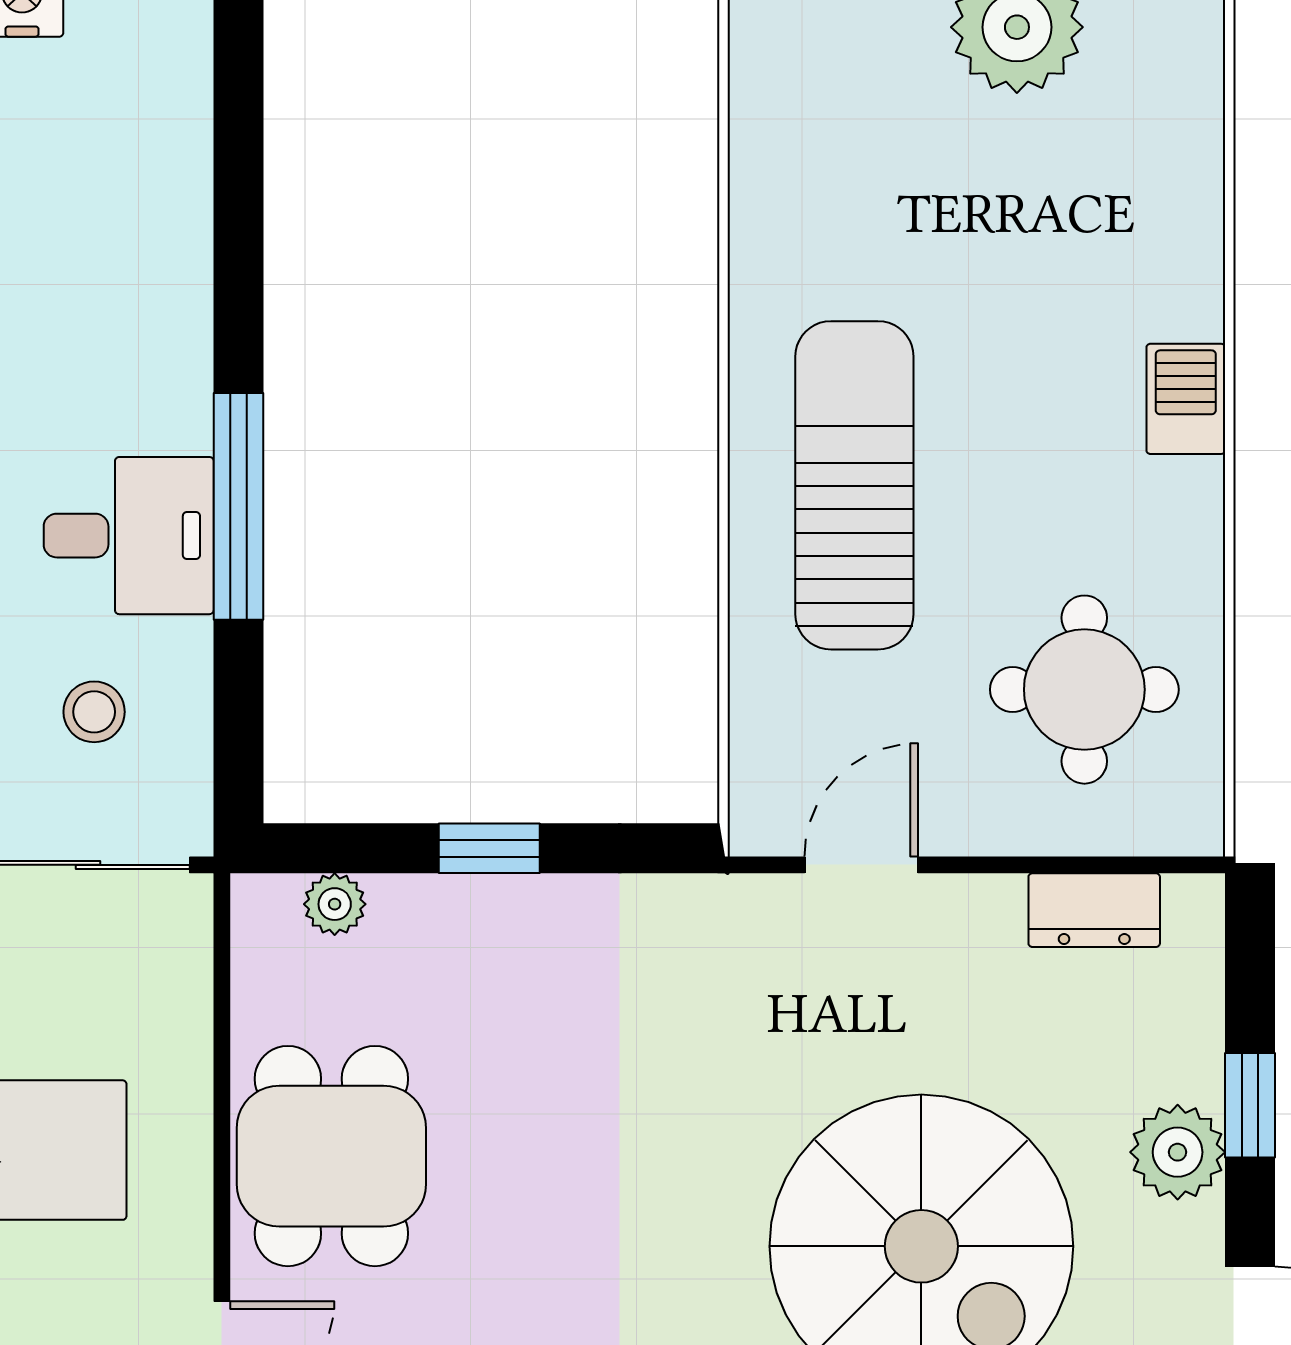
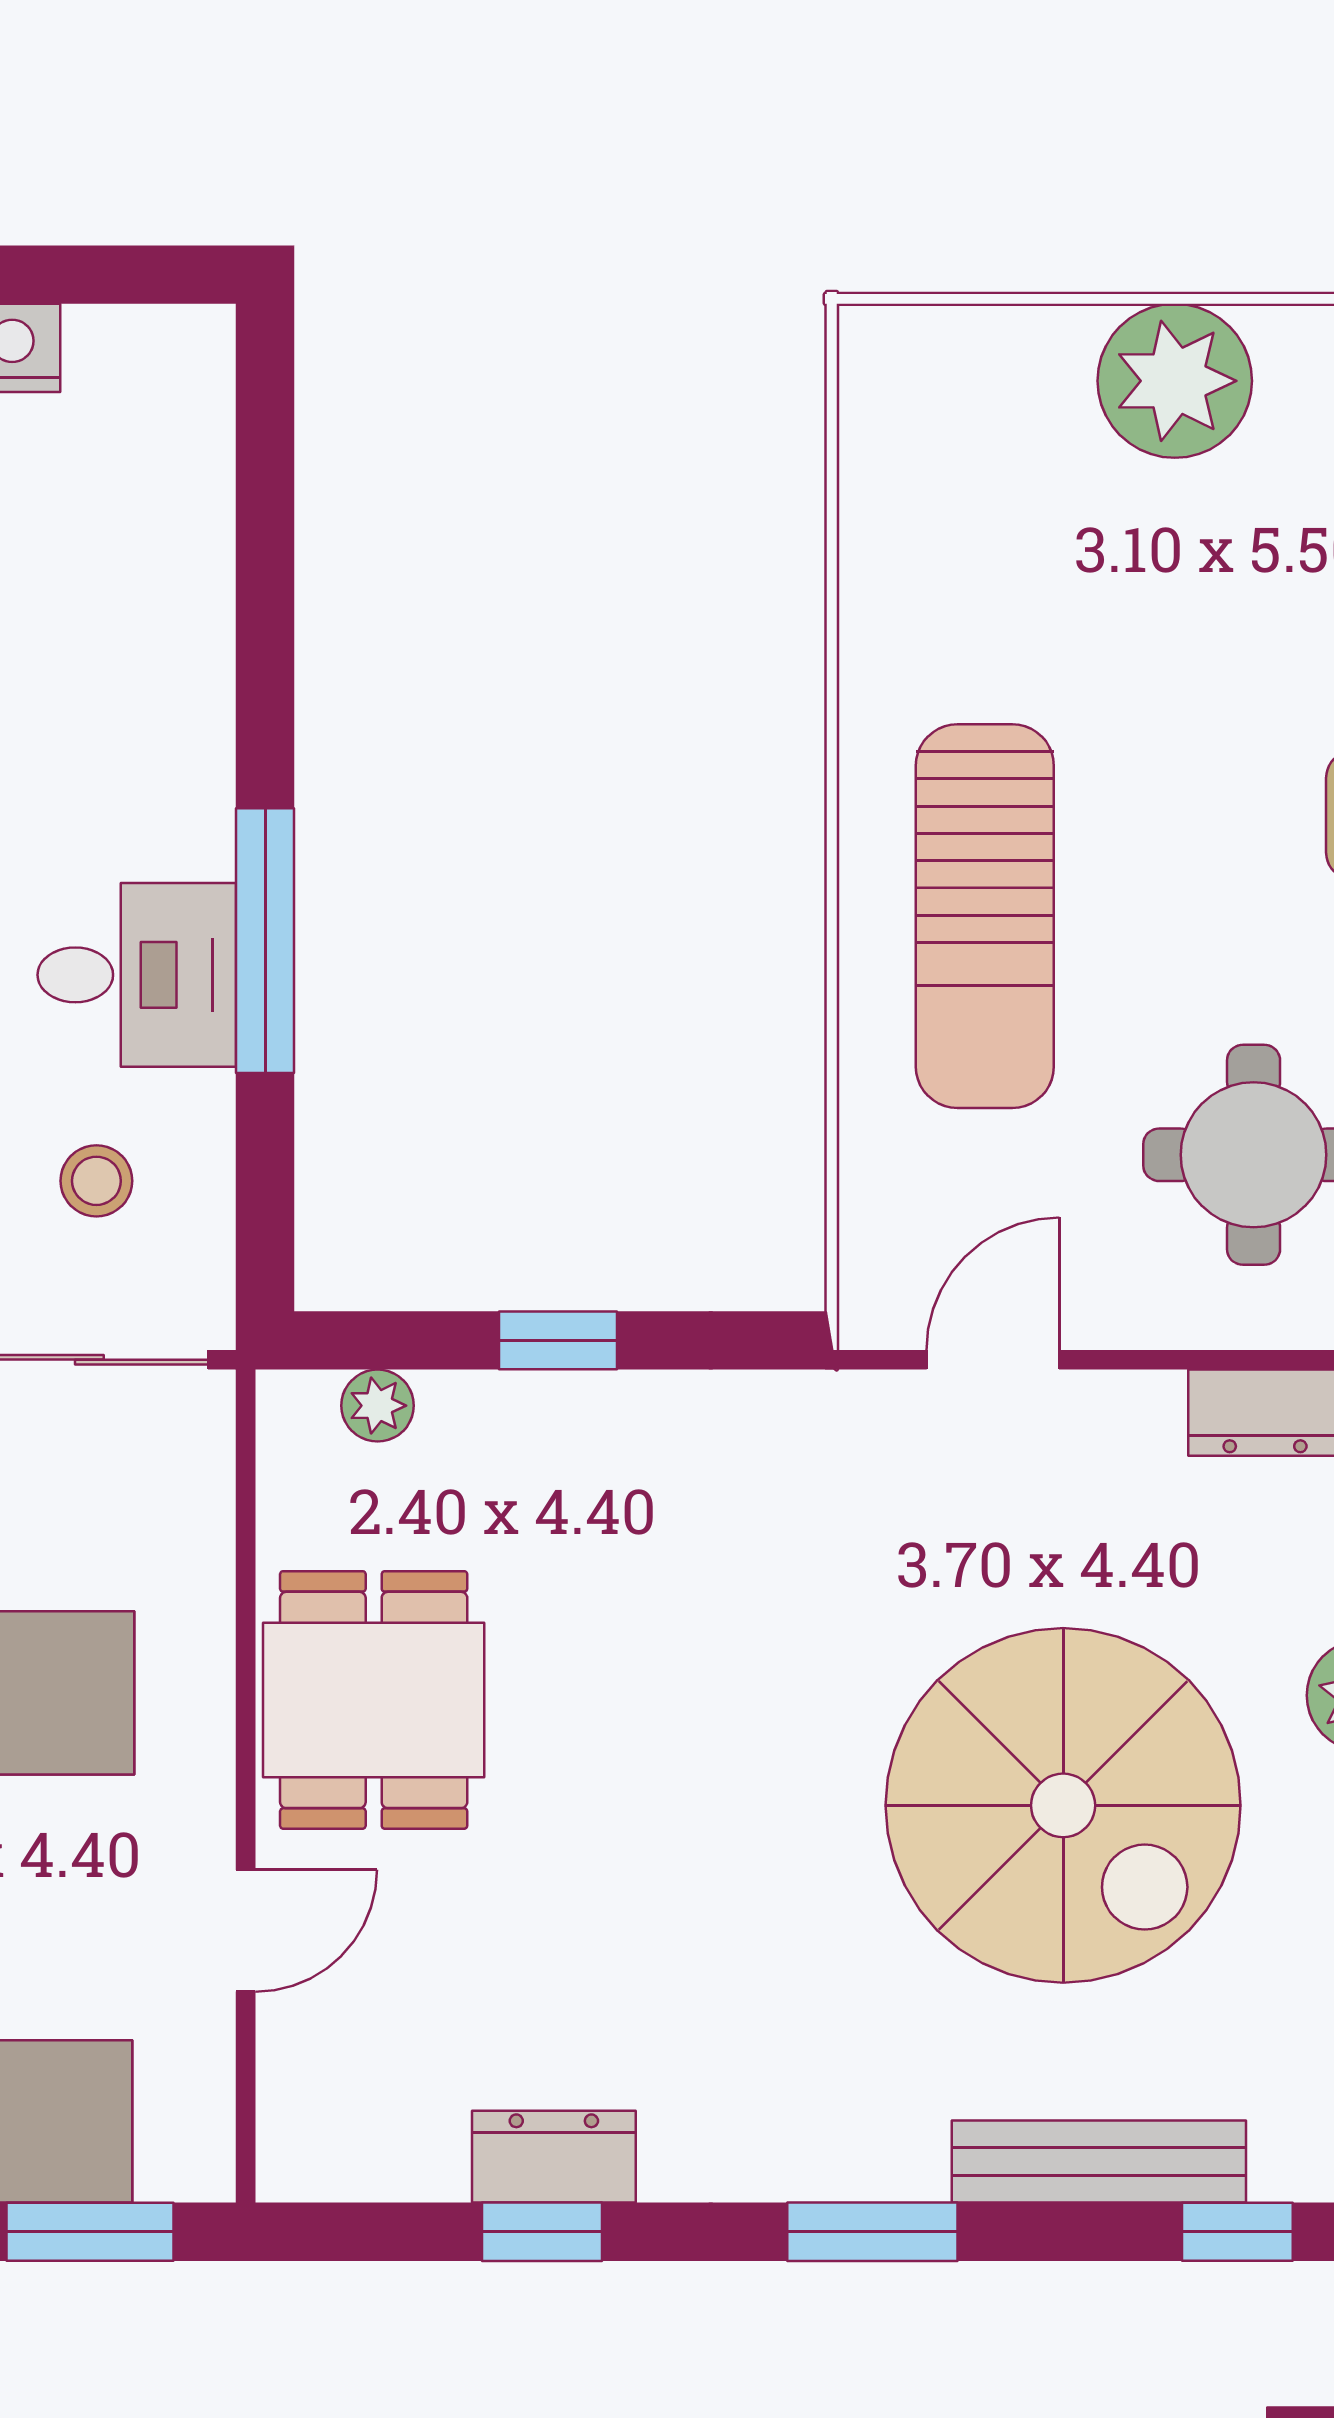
sun lounger: (854, 485) -> (985, 916), turned 180

